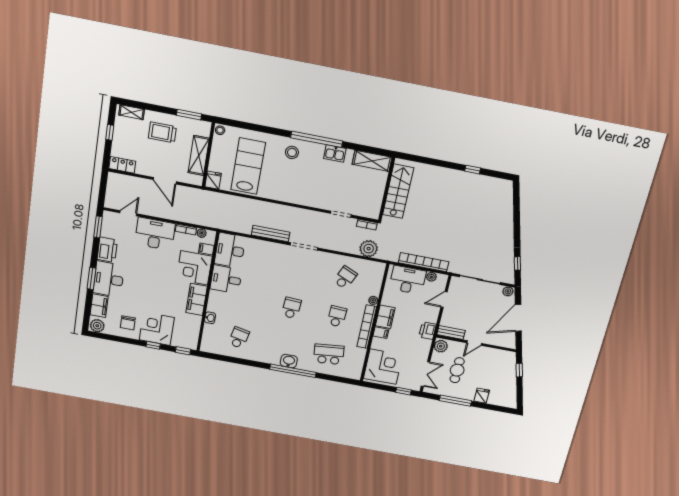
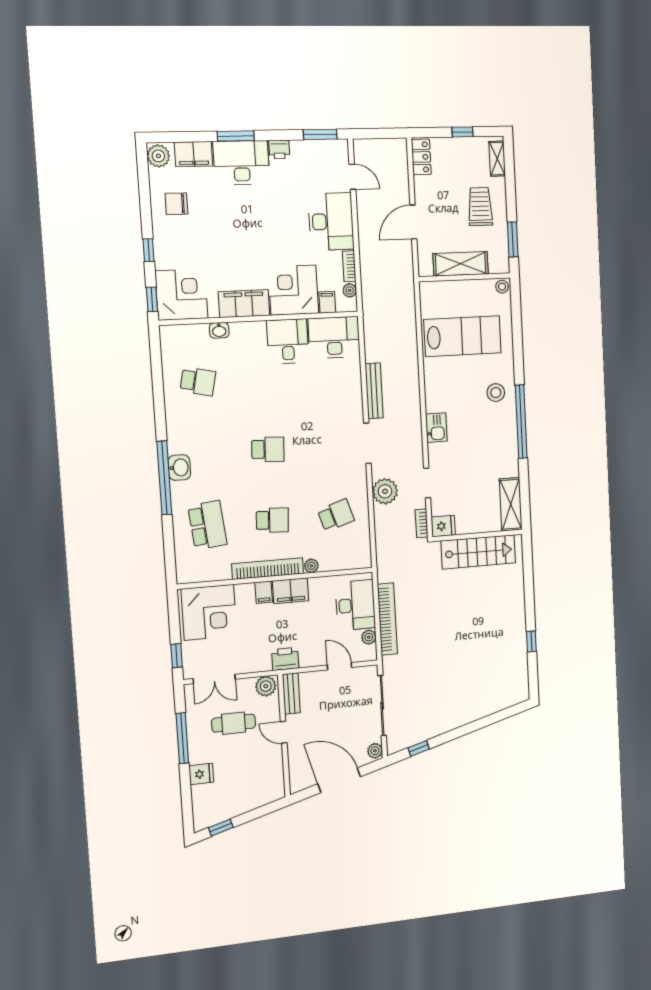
kitchen sink: (335, 153) -> (436, 428), moved, turned 180
fridge: (213, 180) -> (443, 526), moved
plant: (369, 249) -> (385, 491), moved
printer: (107, 250) -> (279, 149), width x0.53, depth x0.68
school desk: (345, 278) -> (336, 515), turned -42
corner desk: (157, 329) -> (181, 295), moved
window: (519, 370) -> (221, 828), moved

